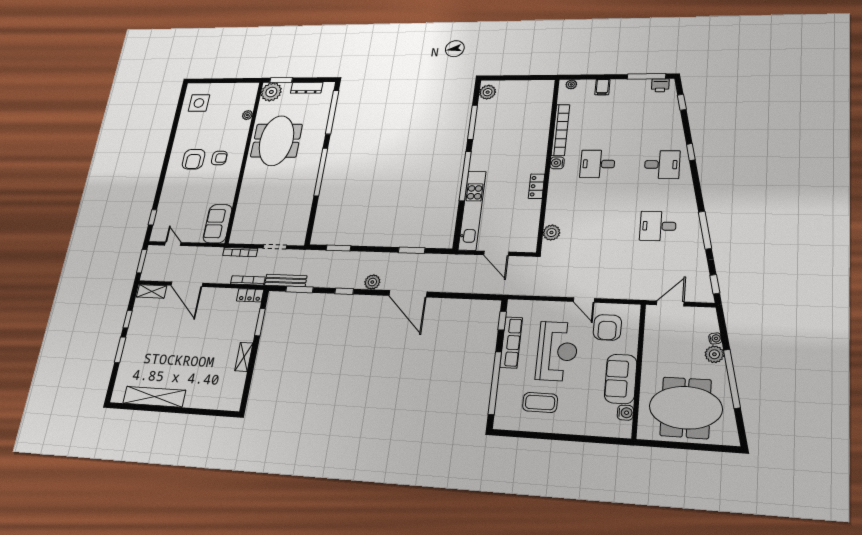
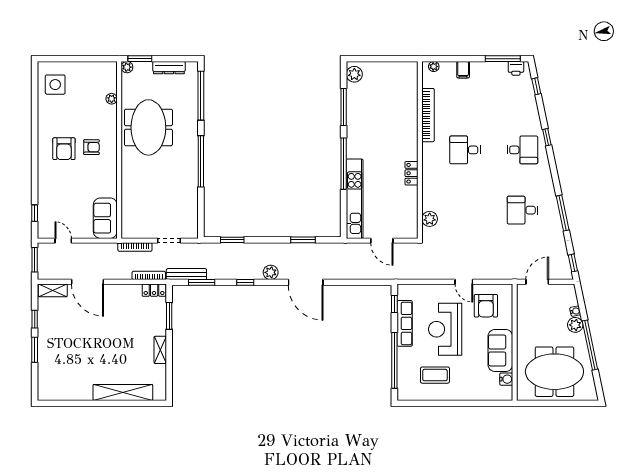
plant: (271, 92) -> (127, 67), width x0.53, depth x0.53
water cooler: (557, 163) -> (428, 149), removed
reception desk: (557, 351) -> (445, 329), turned 180
shelving: (154, 397) -> (123, 392), moved

